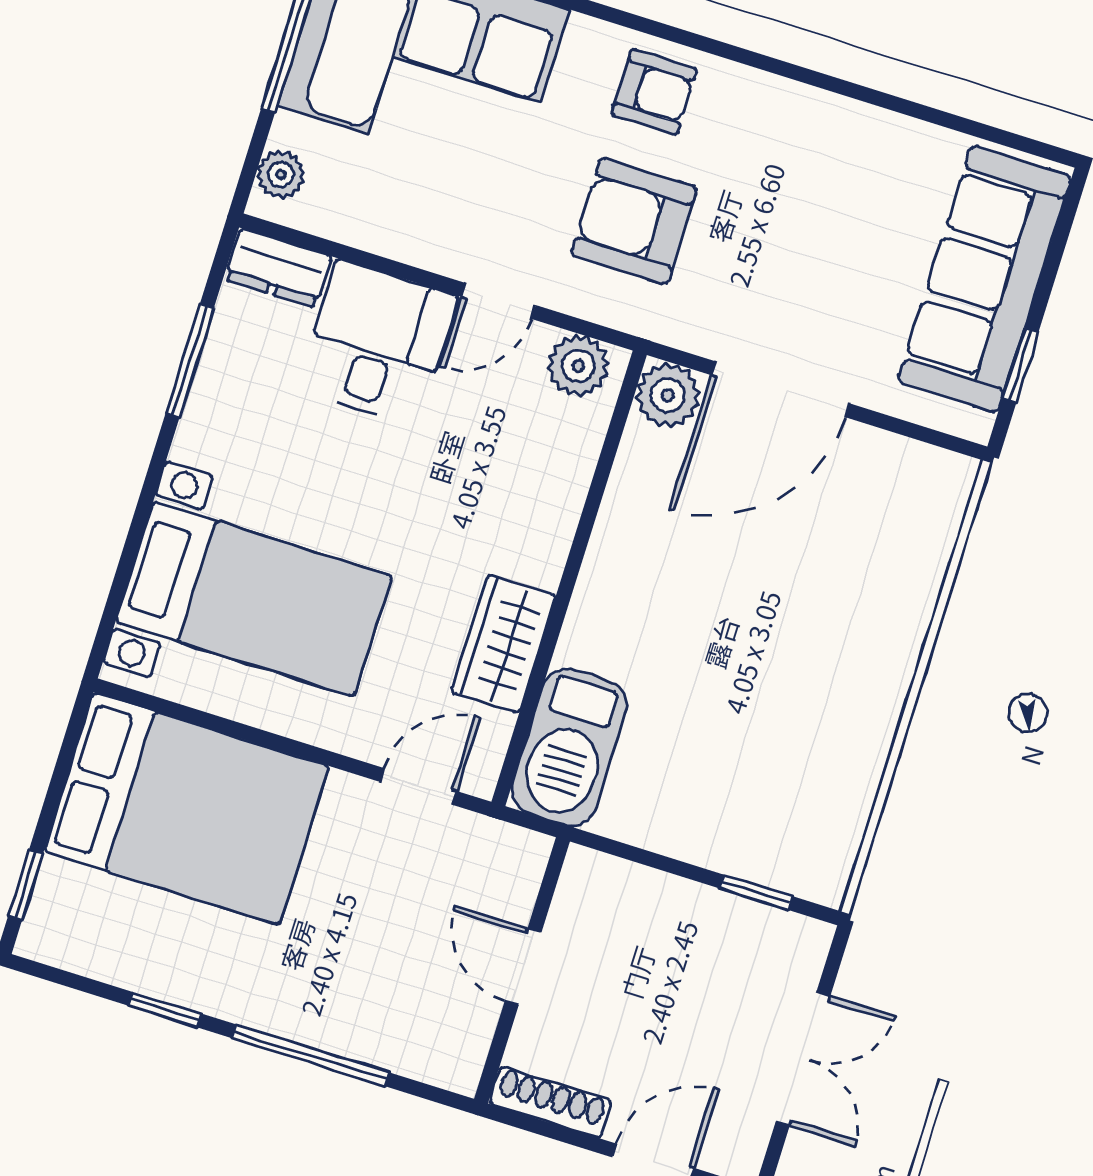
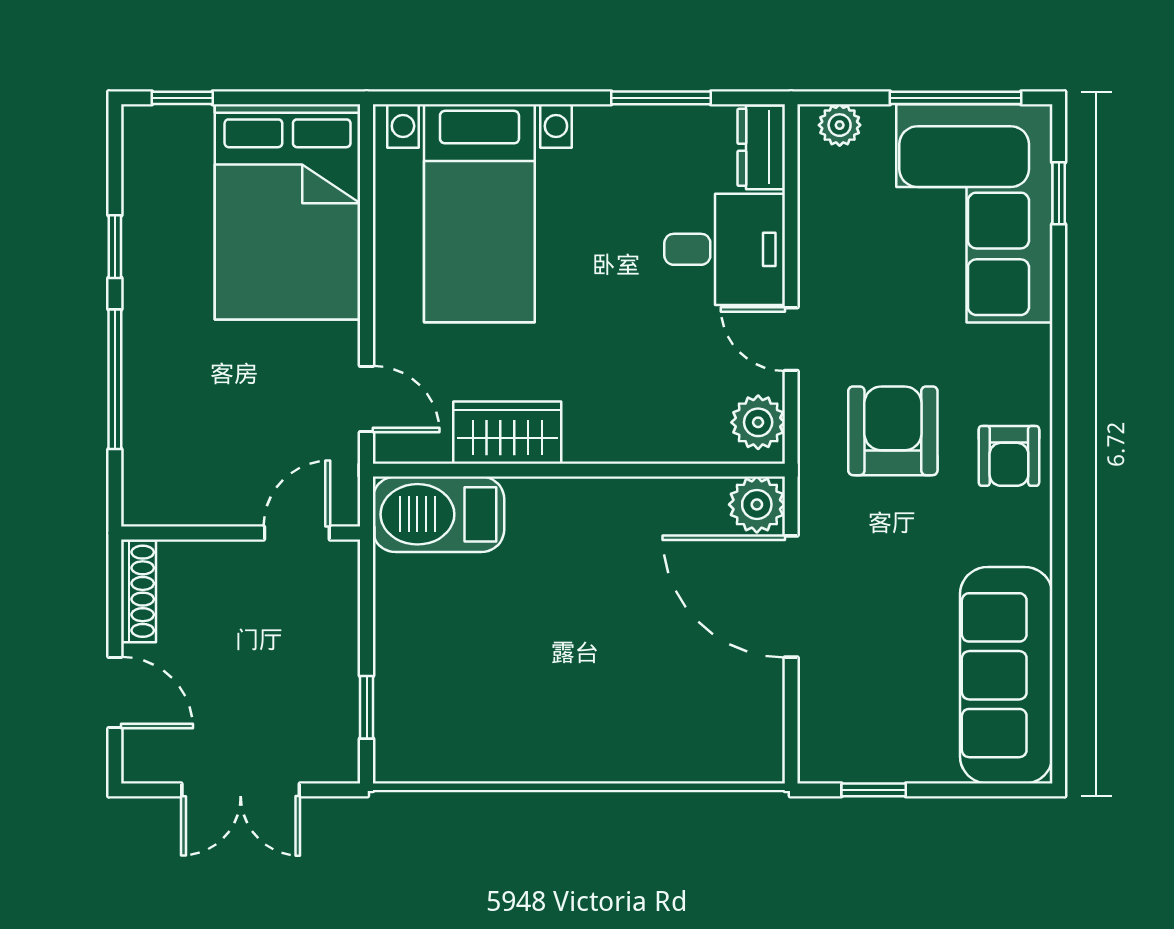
armchair: (654, 92) -> (1009, 456), moved
sofa: (985, 279) -> (1006, 675), moved, turned -90
door: (523, 967) -> (297, 533), moved

